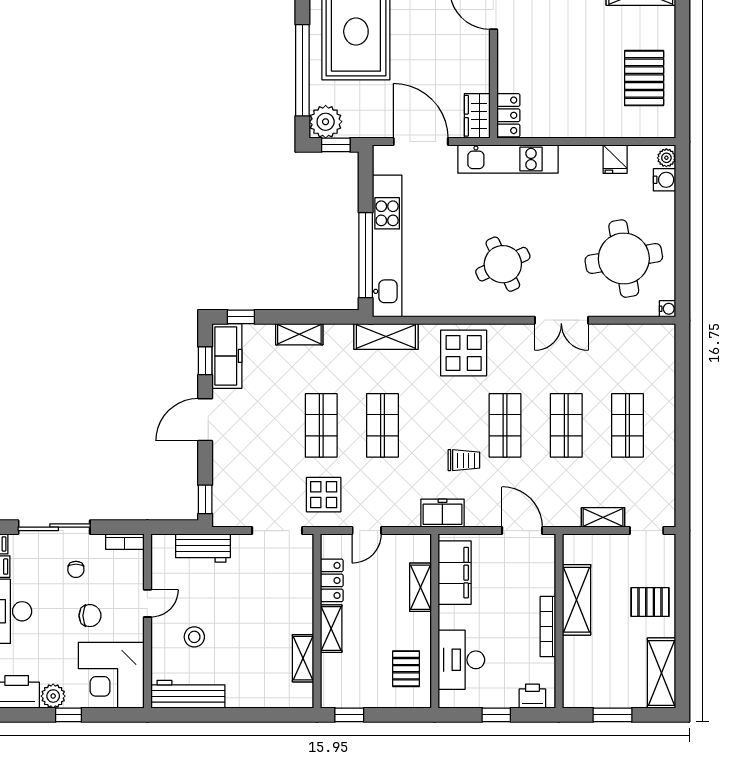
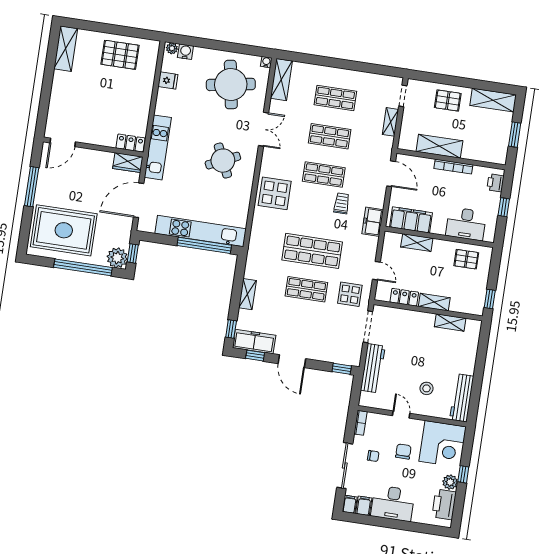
shelving: (386, 336) -> (281, 80), moved
shop shelf: (382, 425) -> (312, 251), width x1.43, depth x1.36
door: (522, 531) -> (391, 174), swing flipped
workbench: (203, 548) -> (373, 368), width x1.38
pallet: (650, 602) -> (448, 101), turned 90

